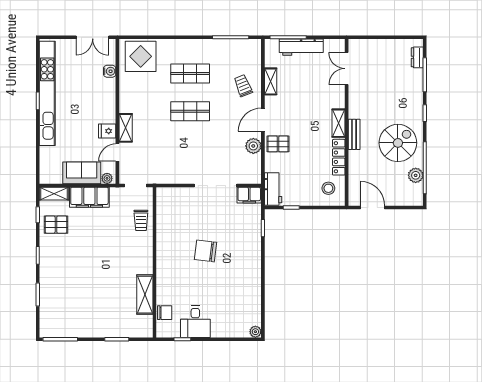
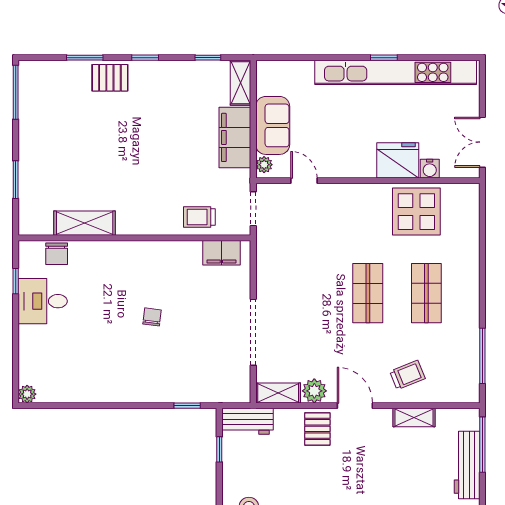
display table: (141, 56) -> (416, 212), moved
shelving: (126, 128) -> (278, 393), moved
fridge: (107, 131) -> (398, 160), moved, width x1.88, depth x1.34
filing cabinet: (249, 195) -> (221, 253), moved, turned -90
pallet: (56, 225) -> (110, 78), moved, turned 90
chair: (206, 251) -> (152, 317), width x0.54, depth x0.54

